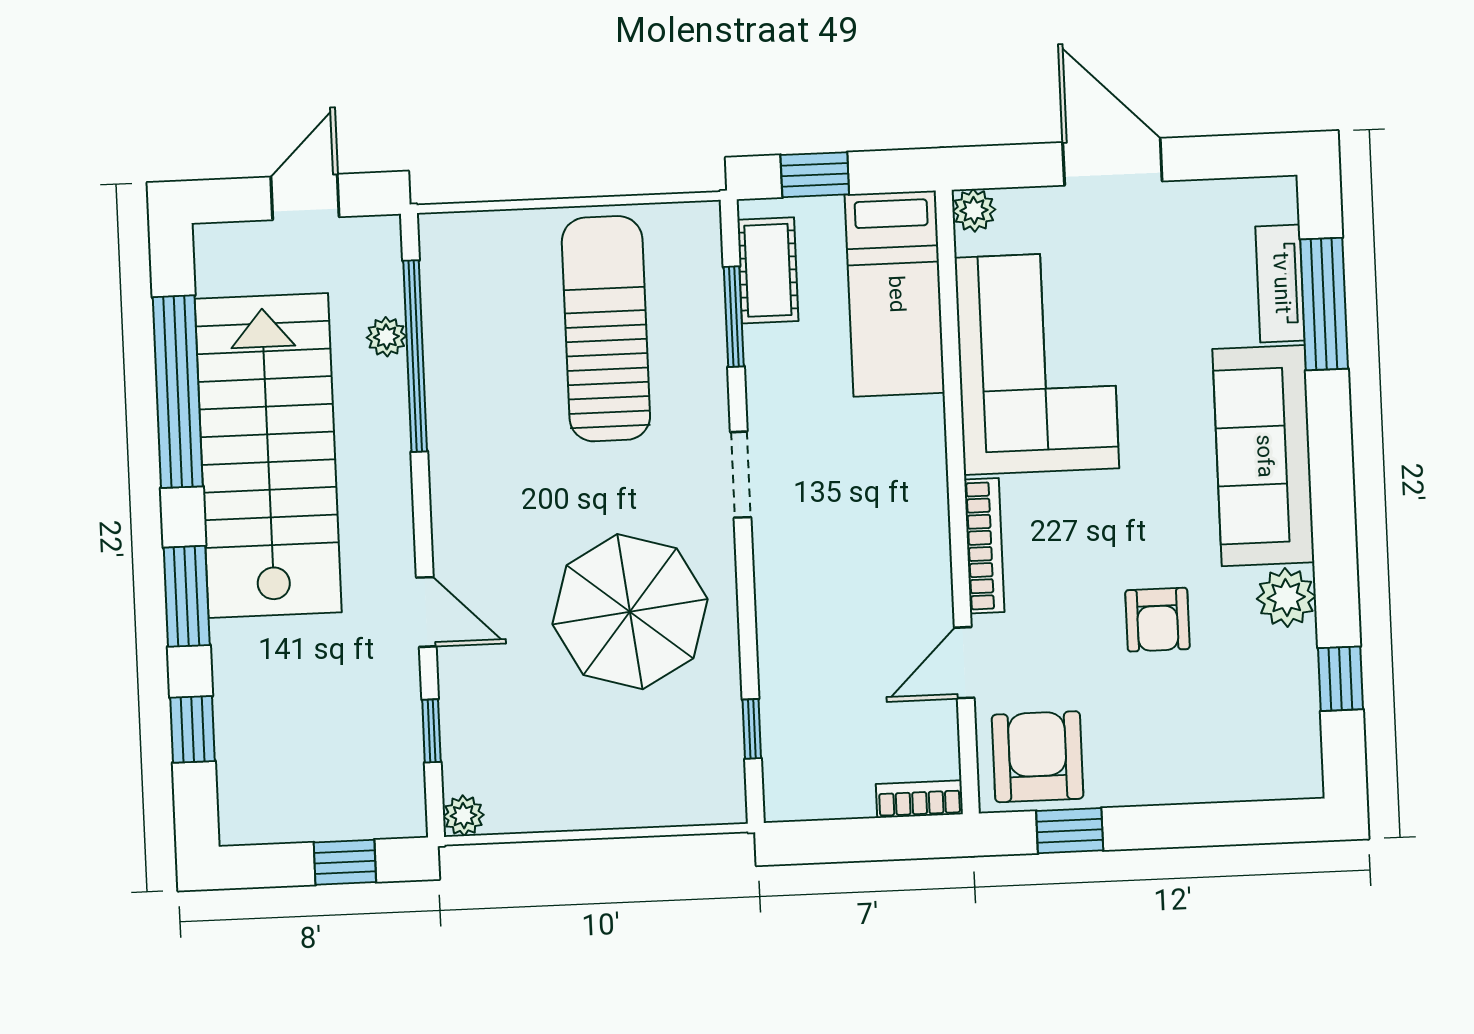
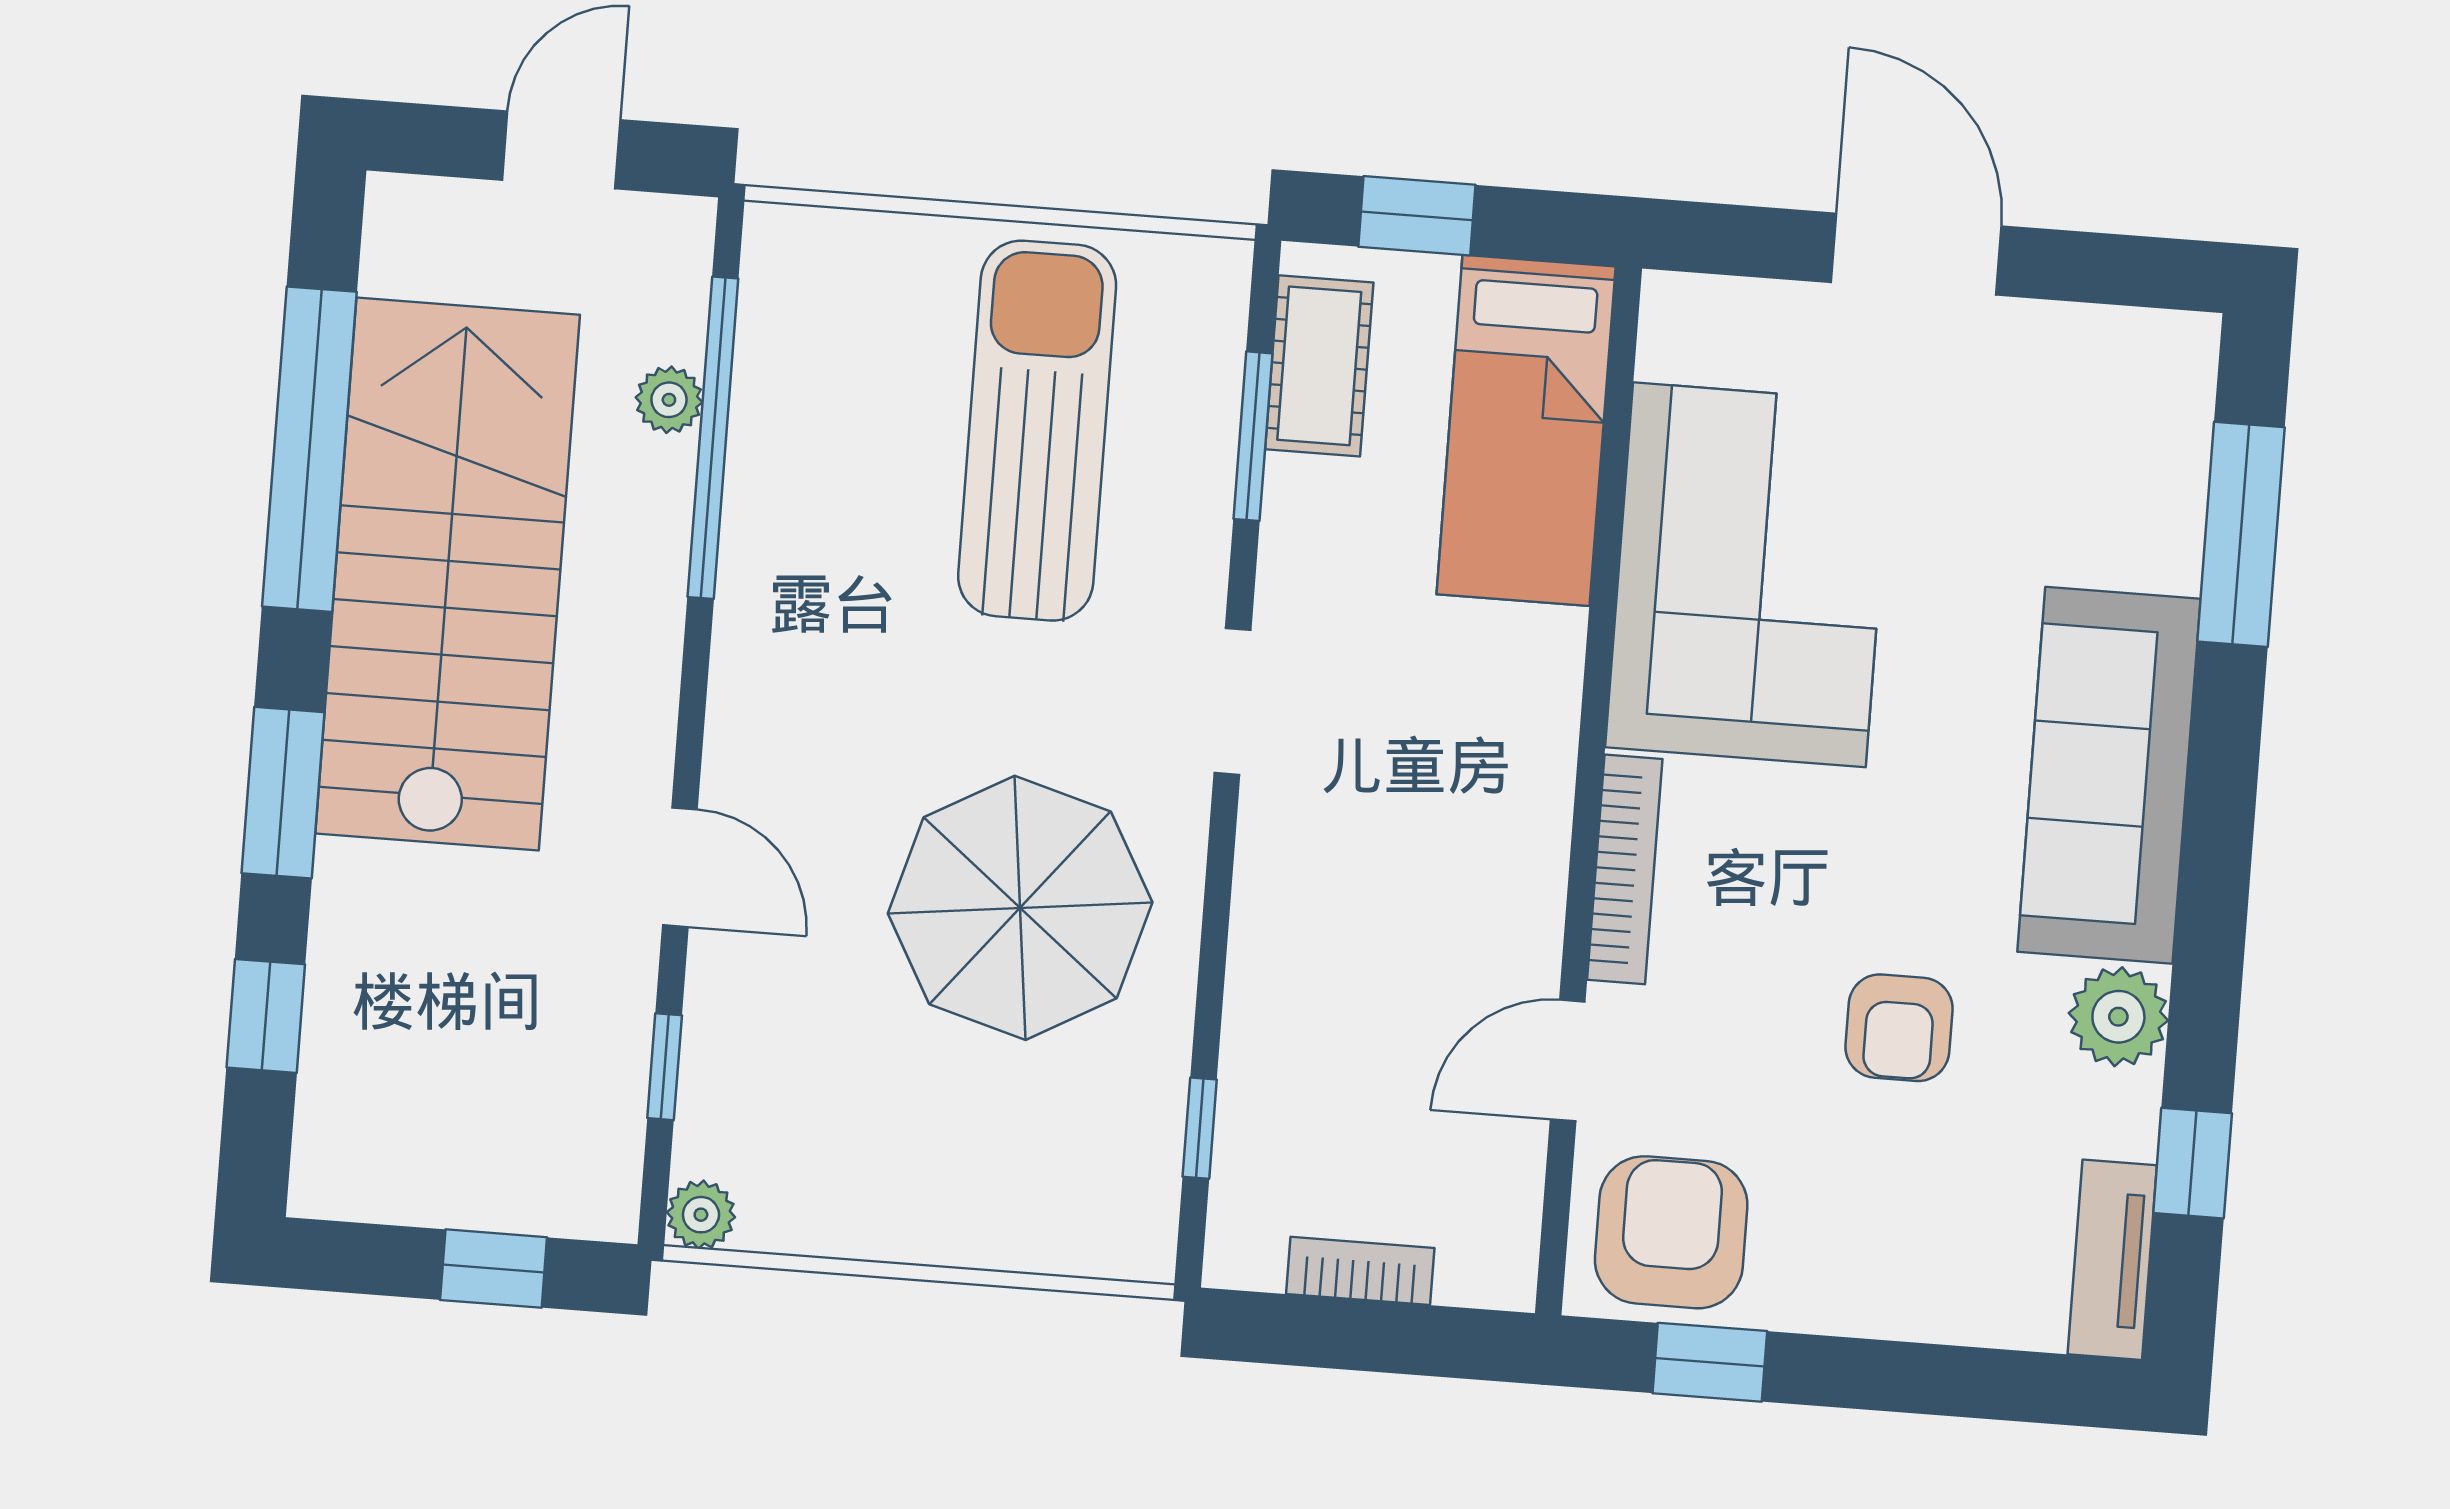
plant: (974, 210) -> (1675, 307), removed
tv unit: (1280, 283) -> (2112, 1260), moved
bookcase: (919, 799) -> (1360, 1271), moved

